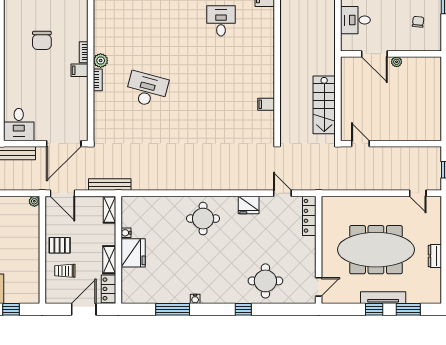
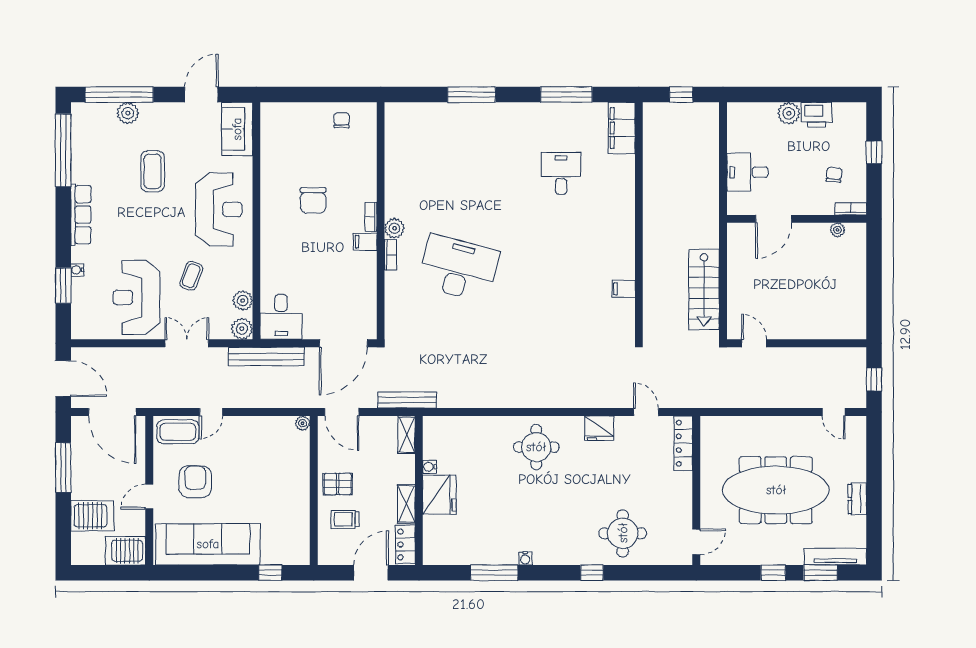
bookcase: (430, 47) -> (851, 209), added
door: (374, 54) -> (774, 219), hinge flipped
plant: (397, 62) -> (837, 230), moved
desk: (147, 89) -> (458, 268), width x1.36, depth x1.30
tv unit: (383, 298) -> (835, 557), moved

